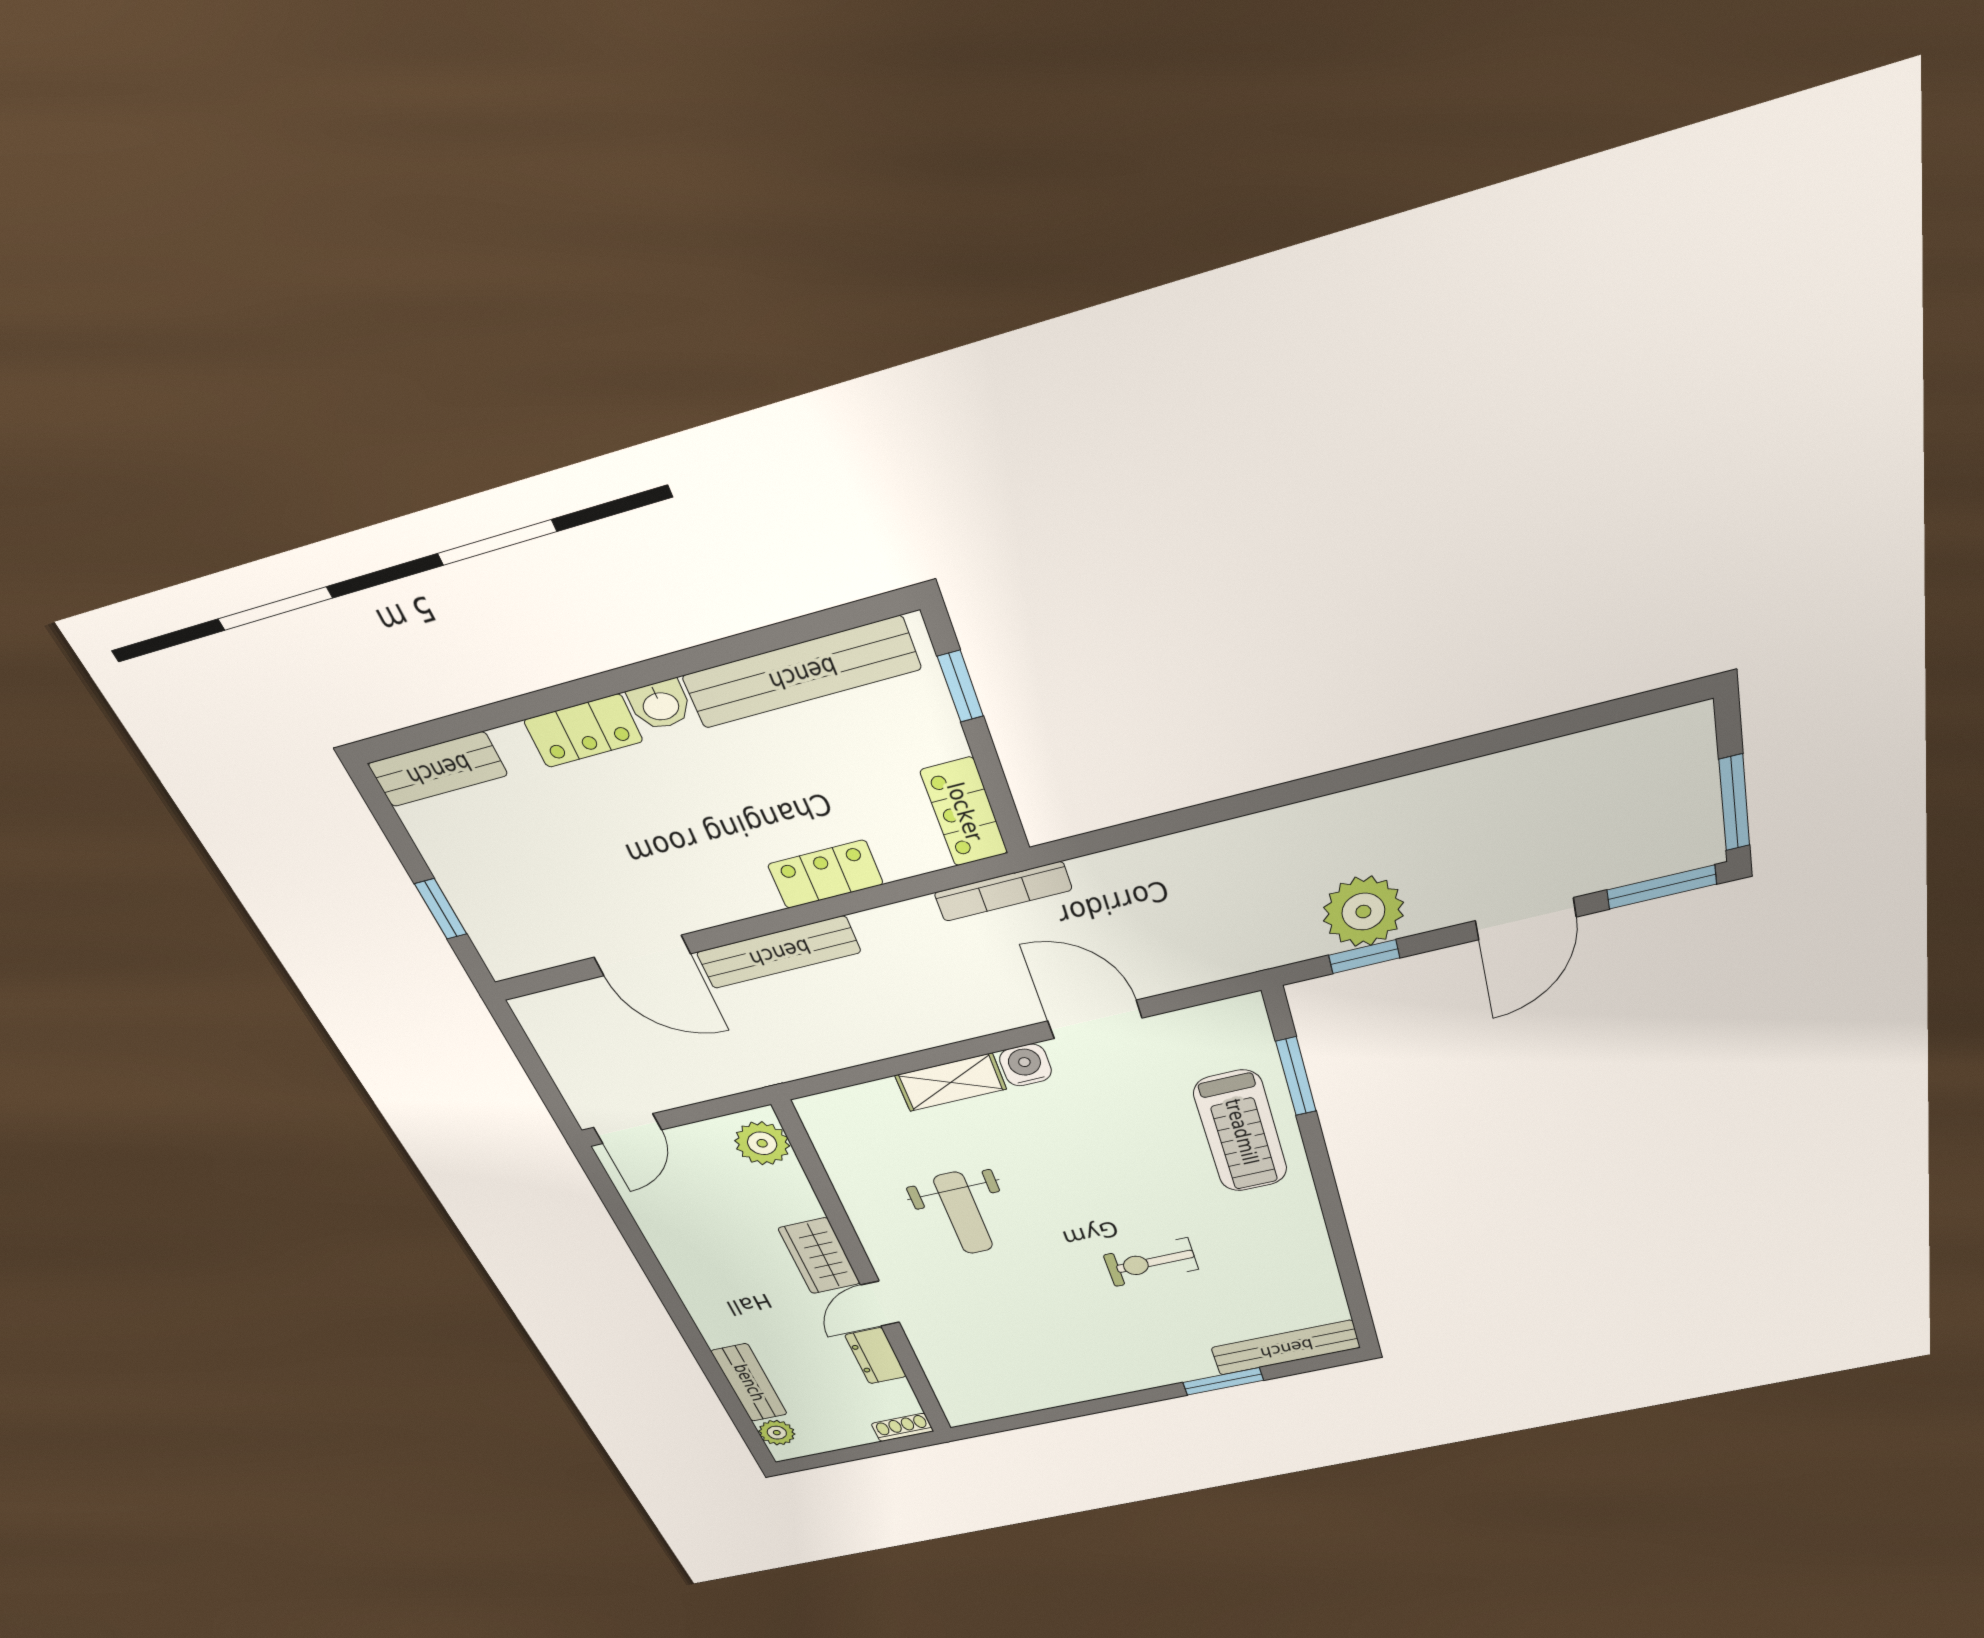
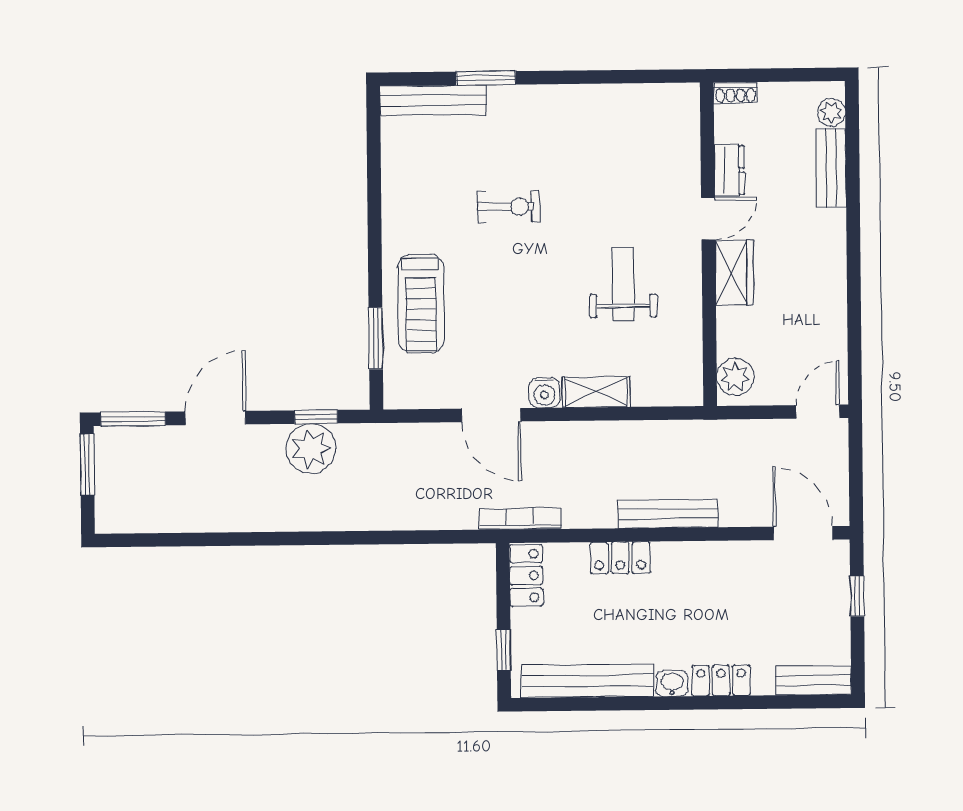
door: (642, 956) -> (803, 533), moved
treadmill: (1241, 1132) -> (421, 304), turned 180

